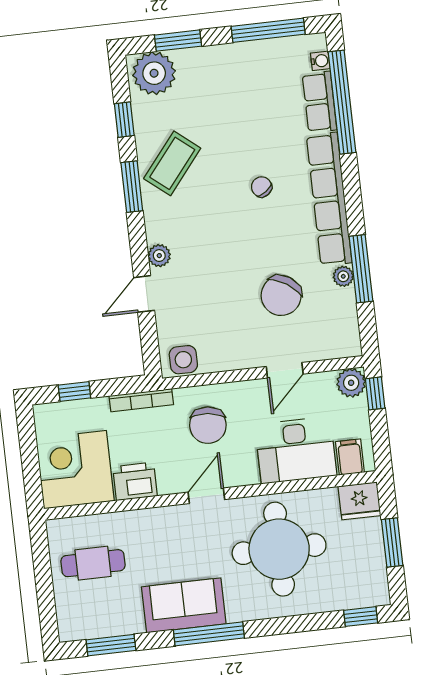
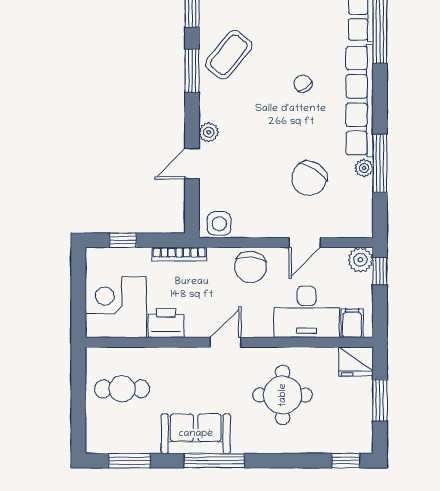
chair: (208, 425) -> (251, 267), moved
round table: (279, 549) -> (283, 395), width x0.73, depth x0.73

